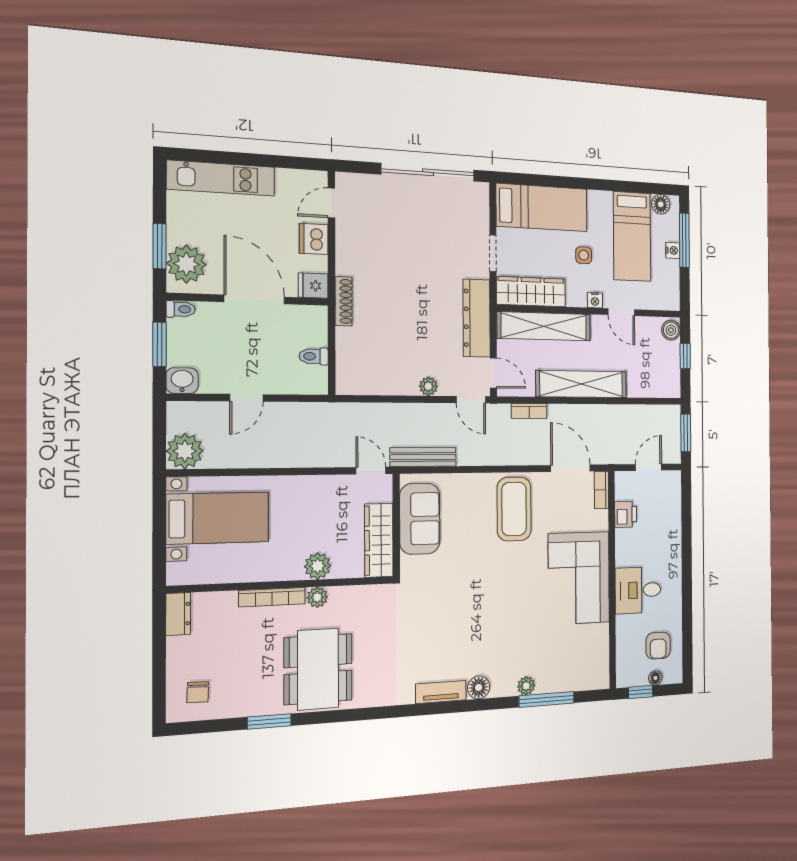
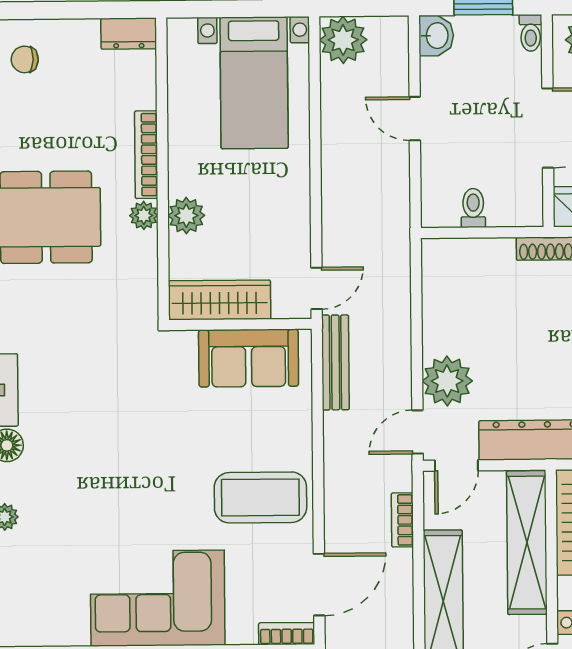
plant: (428, 386) -> (447, 381), width x1.88, depth x1.88

